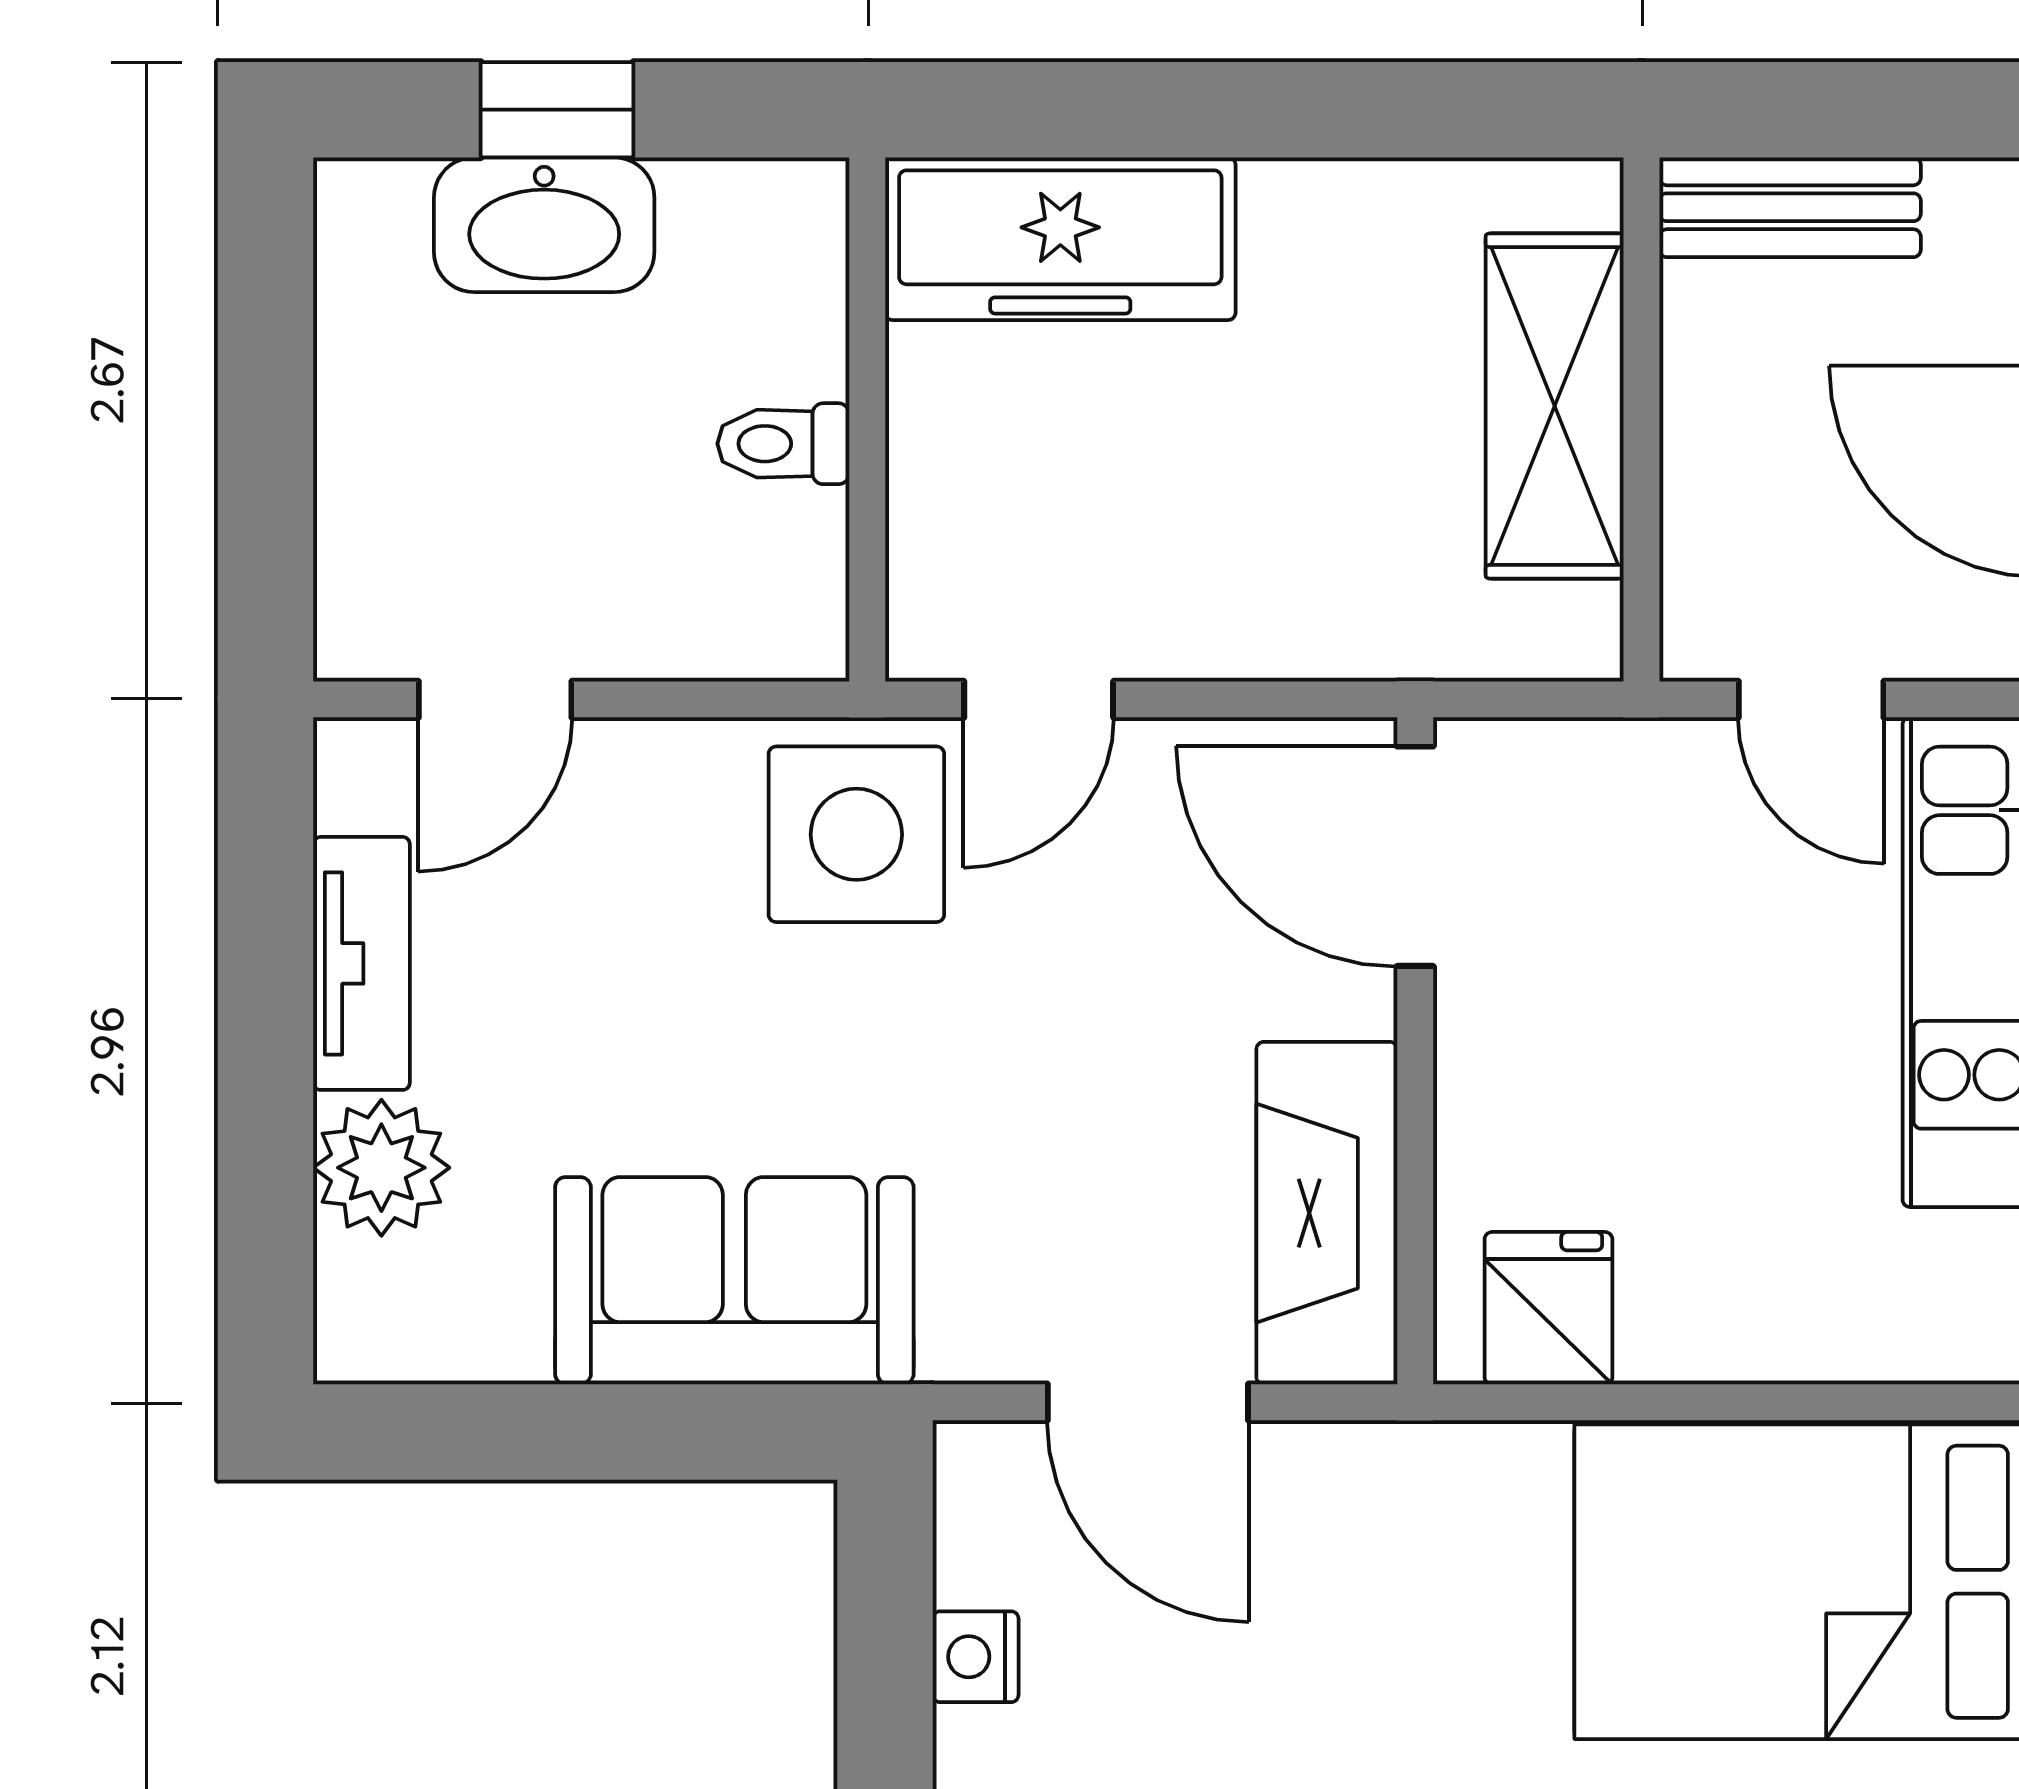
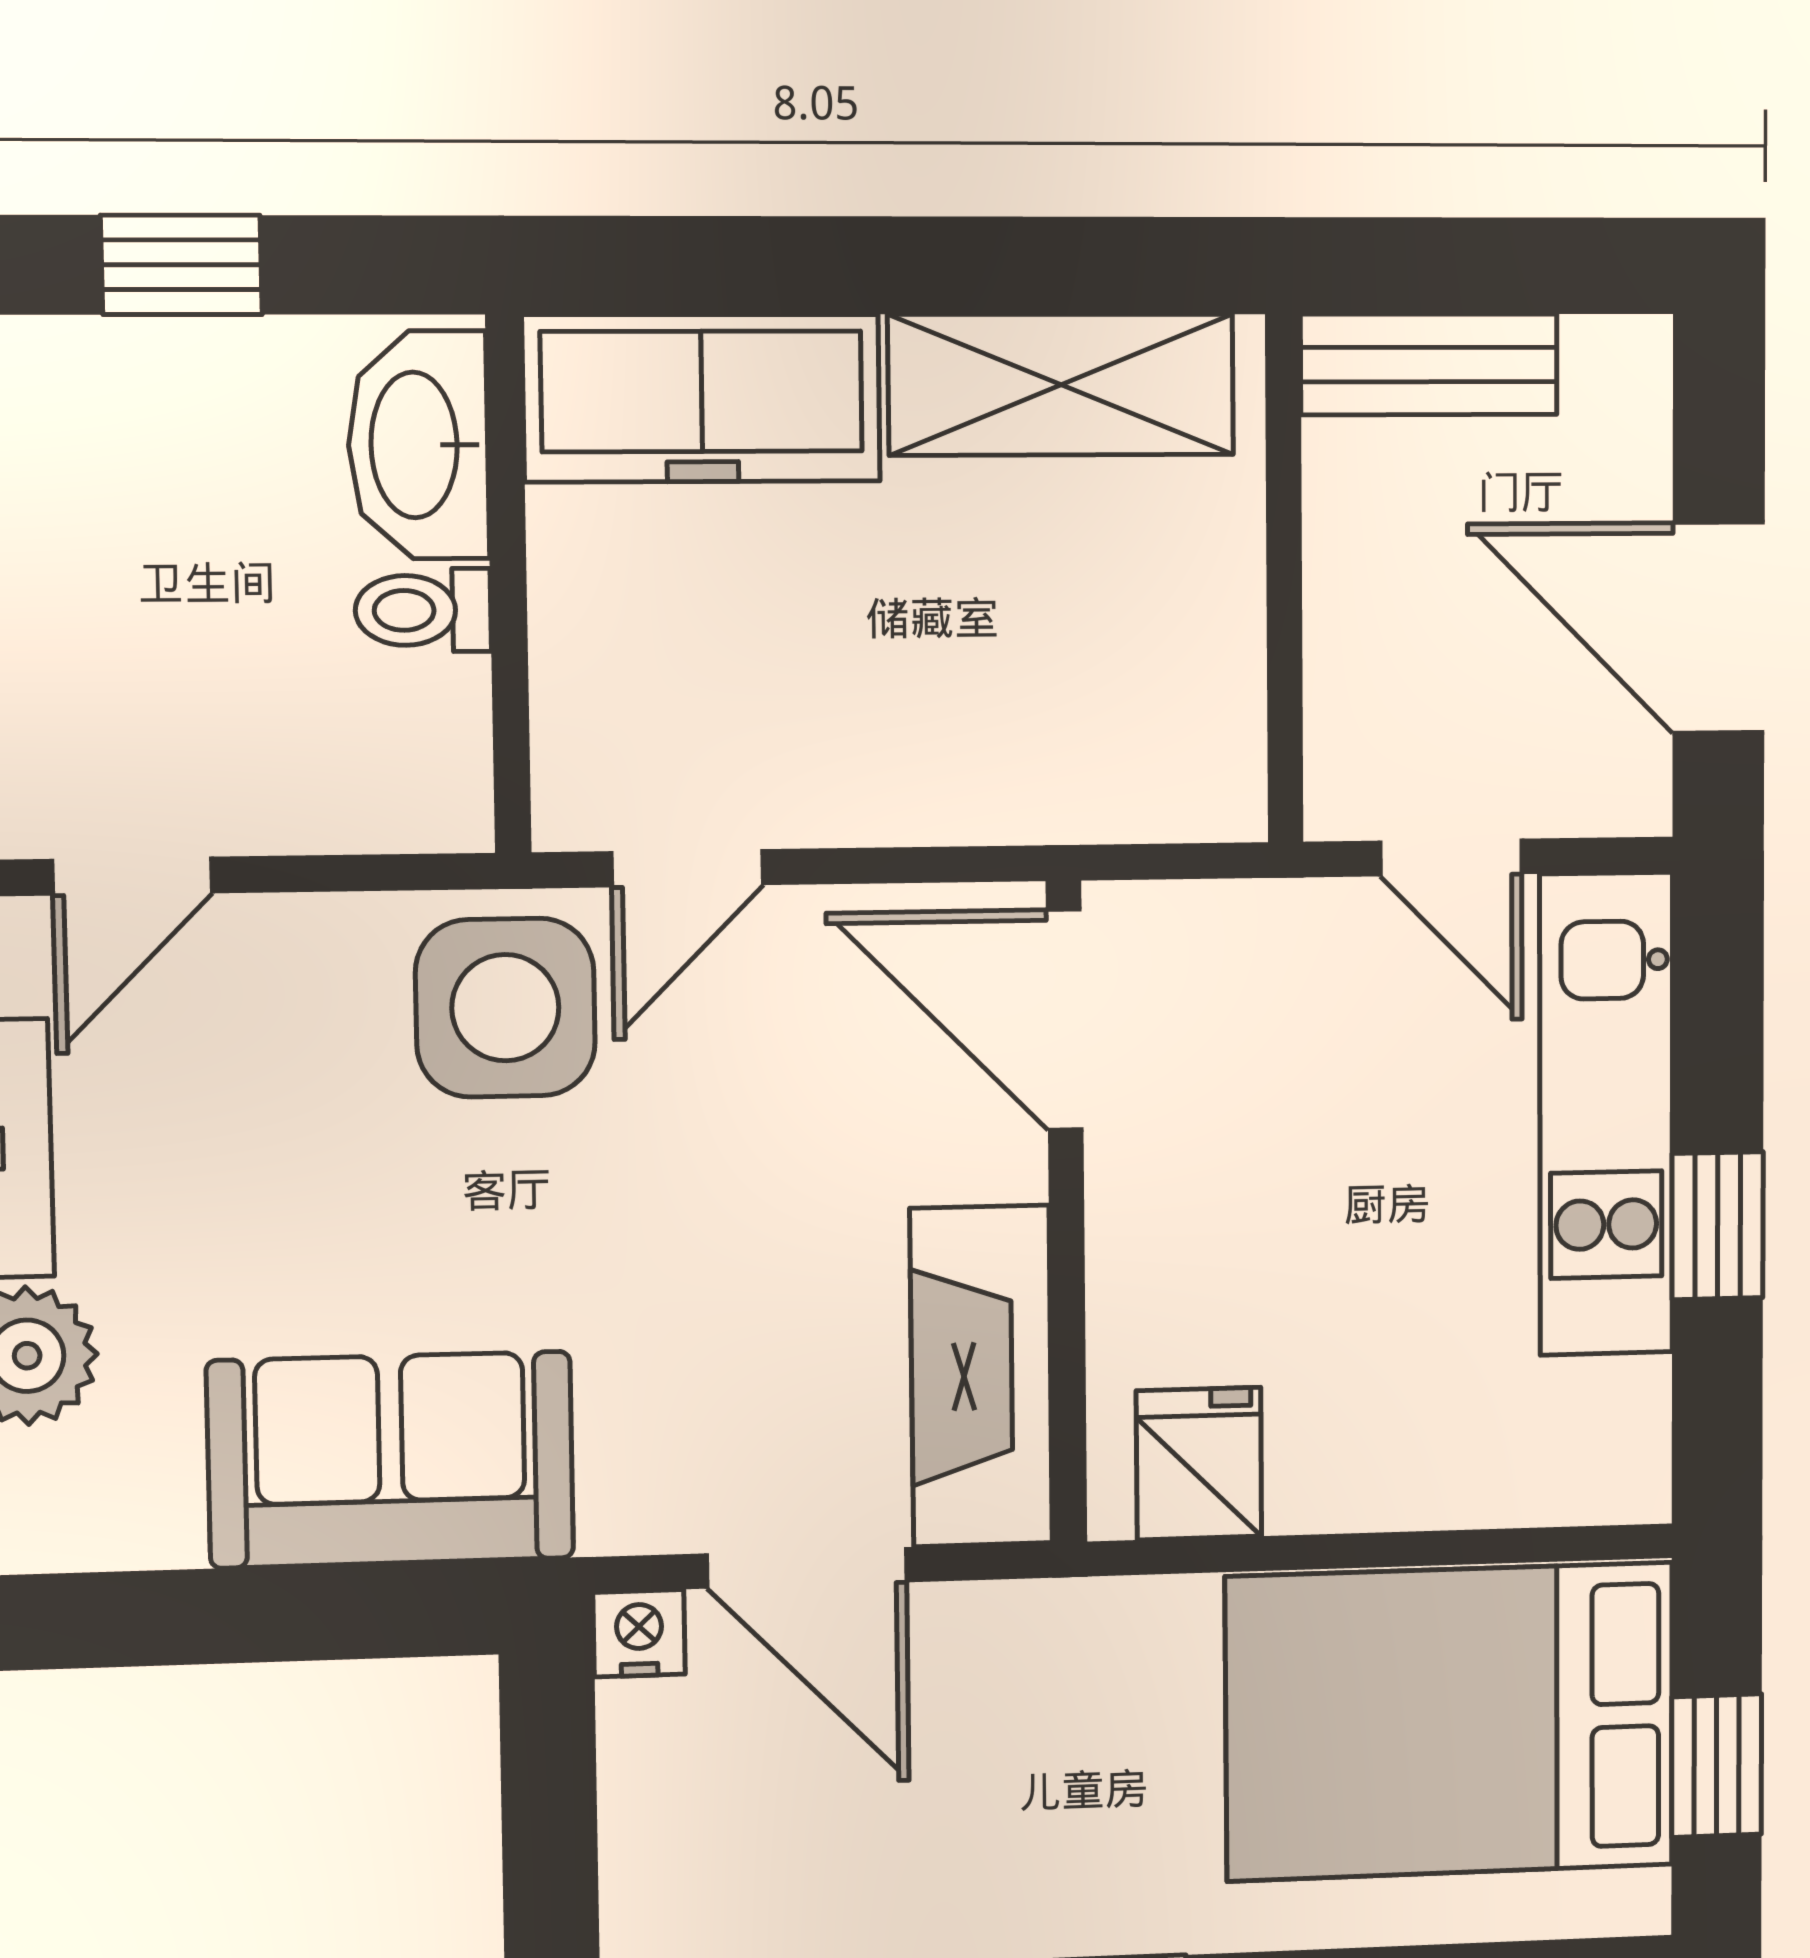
washbasin: (544, 225) -> (418, 445), moved, turned 90
shelving: (1555, 406) -> (1061, 385), moved, turned 90
nightstand: (976, 1657) -> (639, 1633), moved, turned 90

